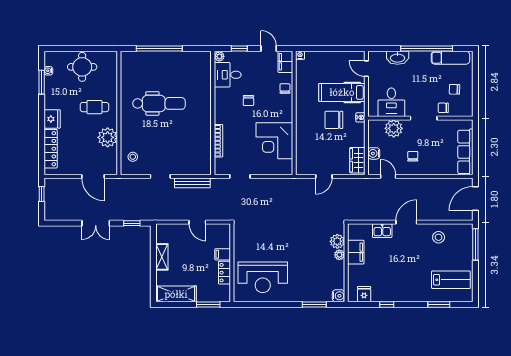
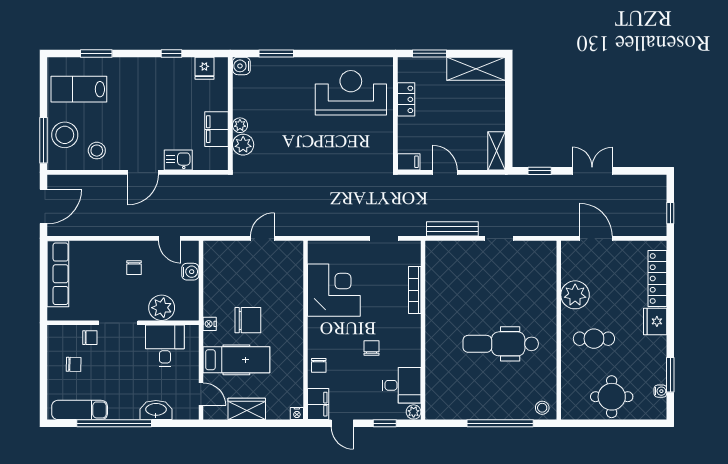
stool: (133, 157) -> (542, 408), moved
wardrobe: (357, 160) -> (247, 409), moved, turned -90
stool: (461, 248) -> (65, 135), added
filing cabinet: (223, 254) -> (409, 162), moved
shelving: (162, 257) -> (497, 151), moved

